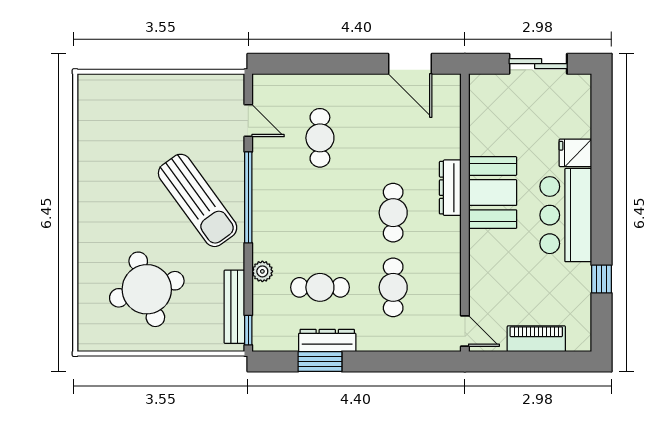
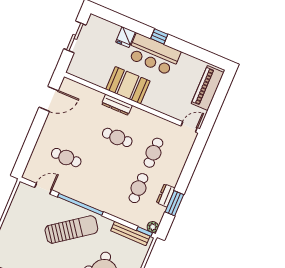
plant: (262, 271) -> (153, 227), moved
window: (602, 279) -> (159, 36), moved
cafe table: (393, 287) -> (153, 153), turned 90
piano: (536, 339) -> (208, 88), width x1.37, depth x1.33
dresser: (327, 340) -> (166, 195), width x0.70

